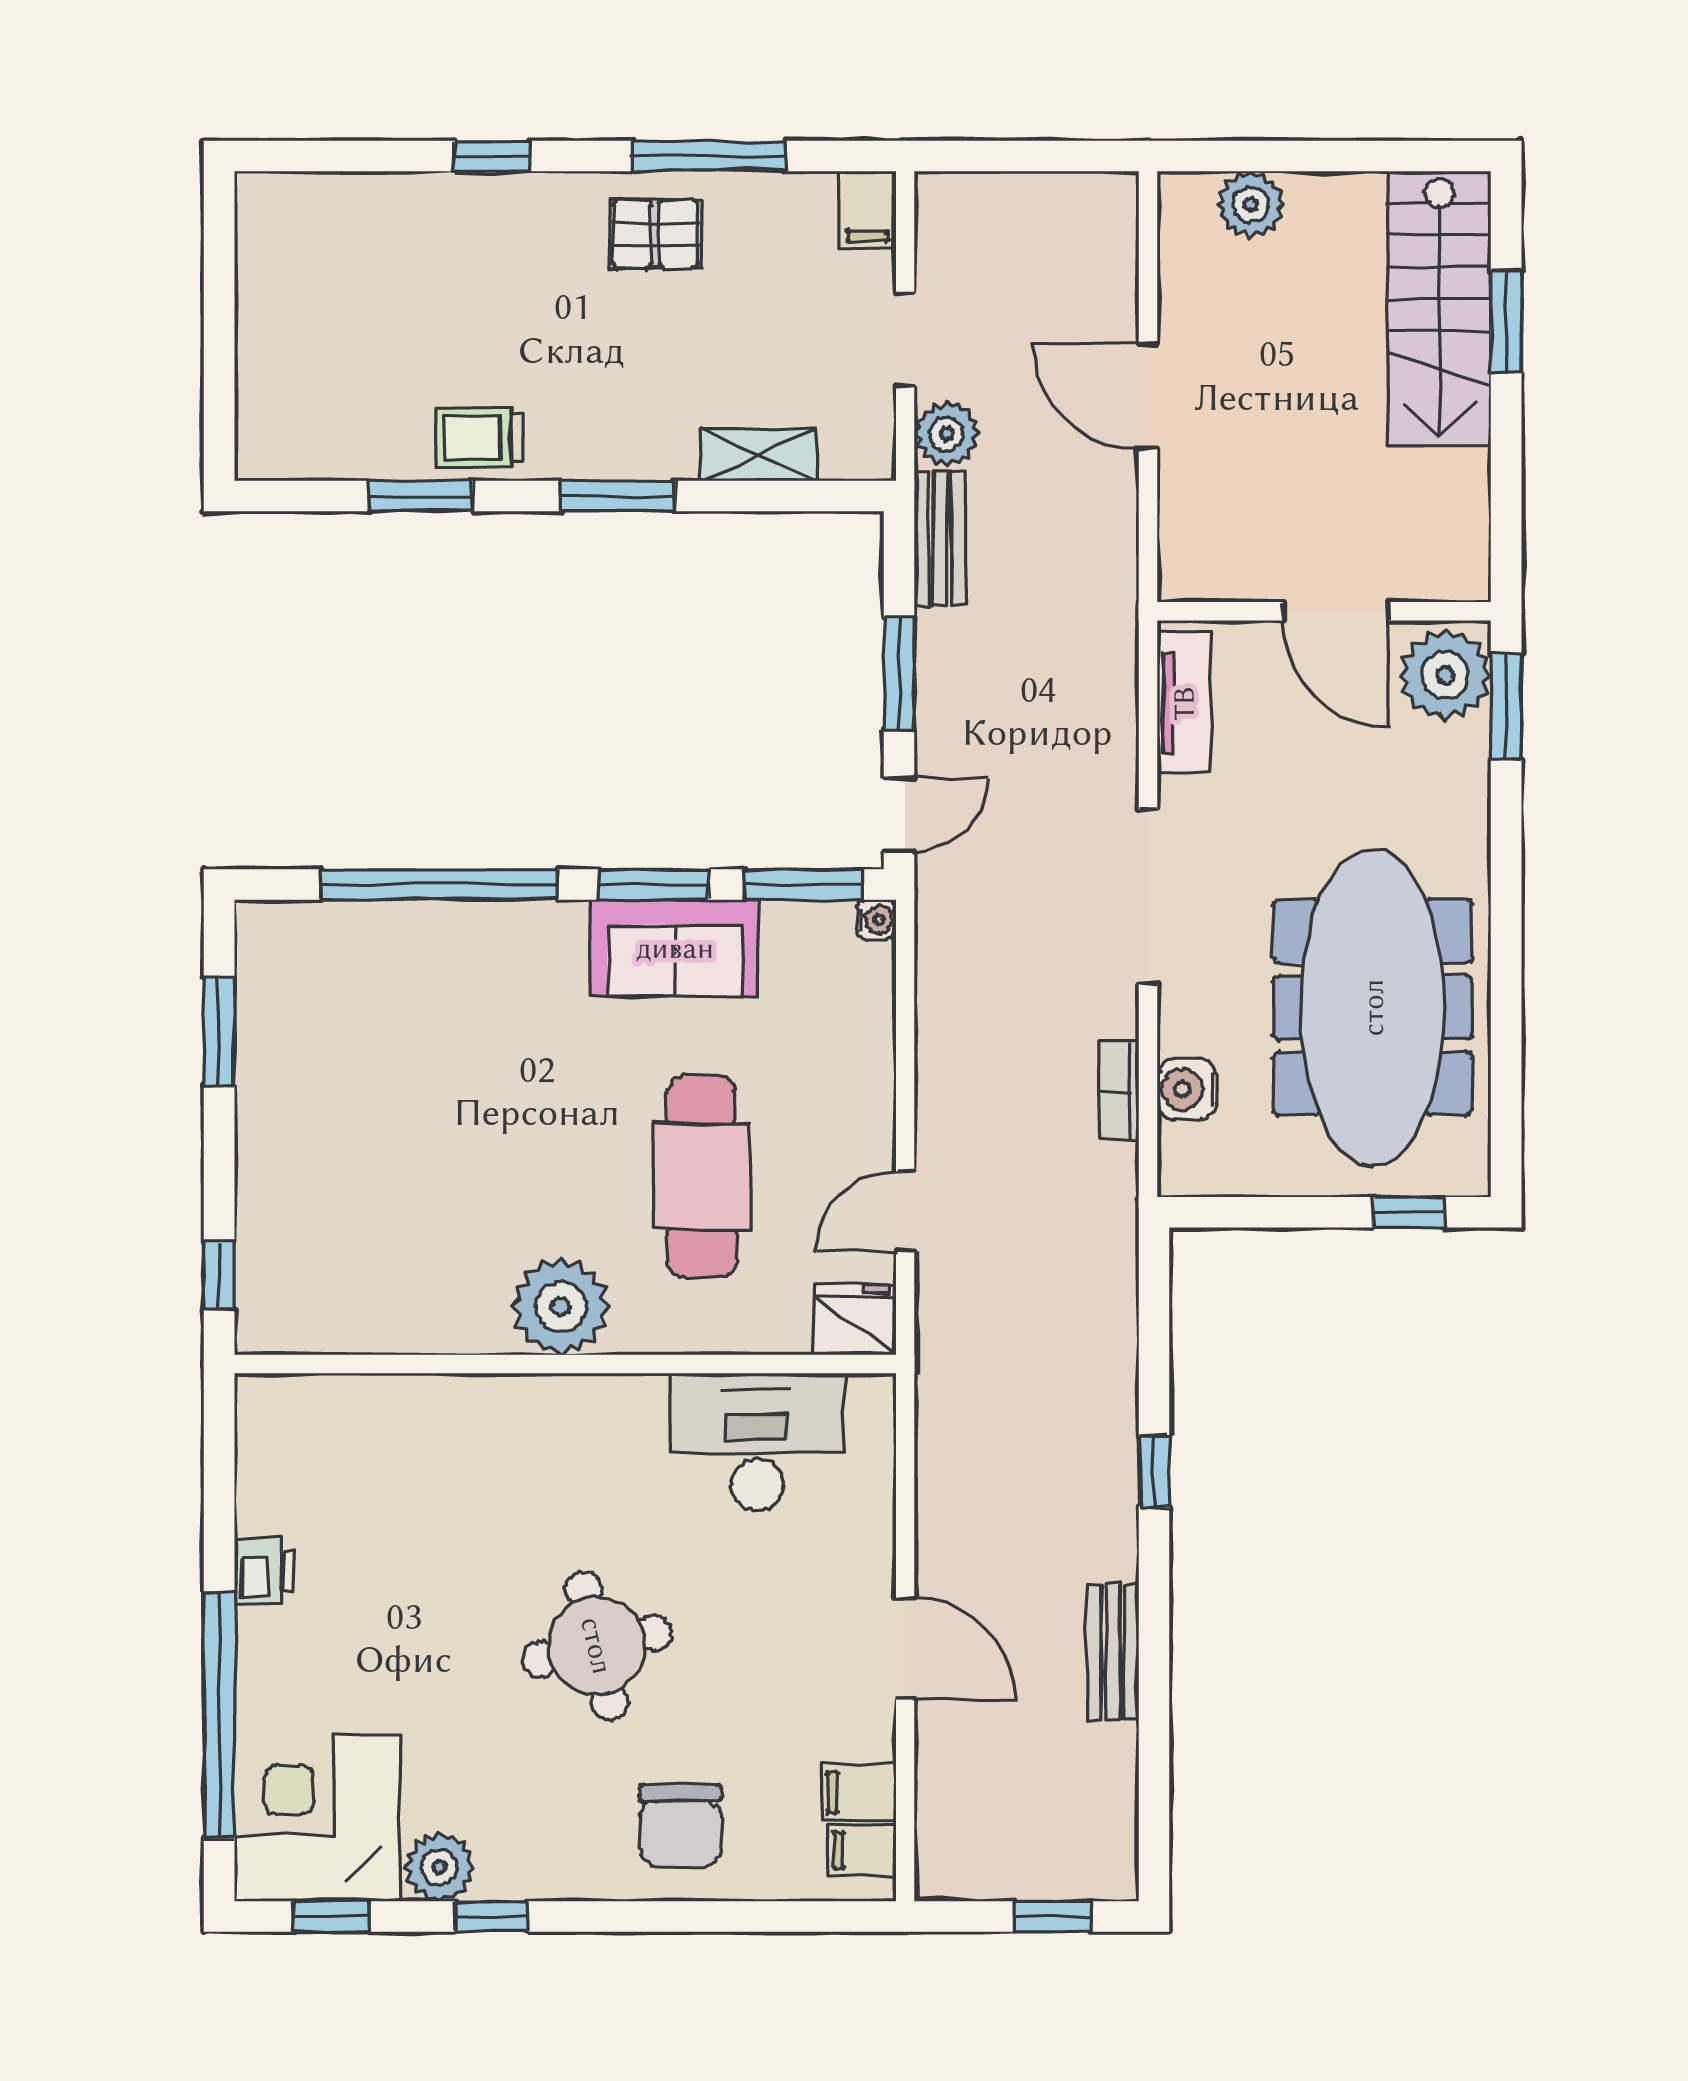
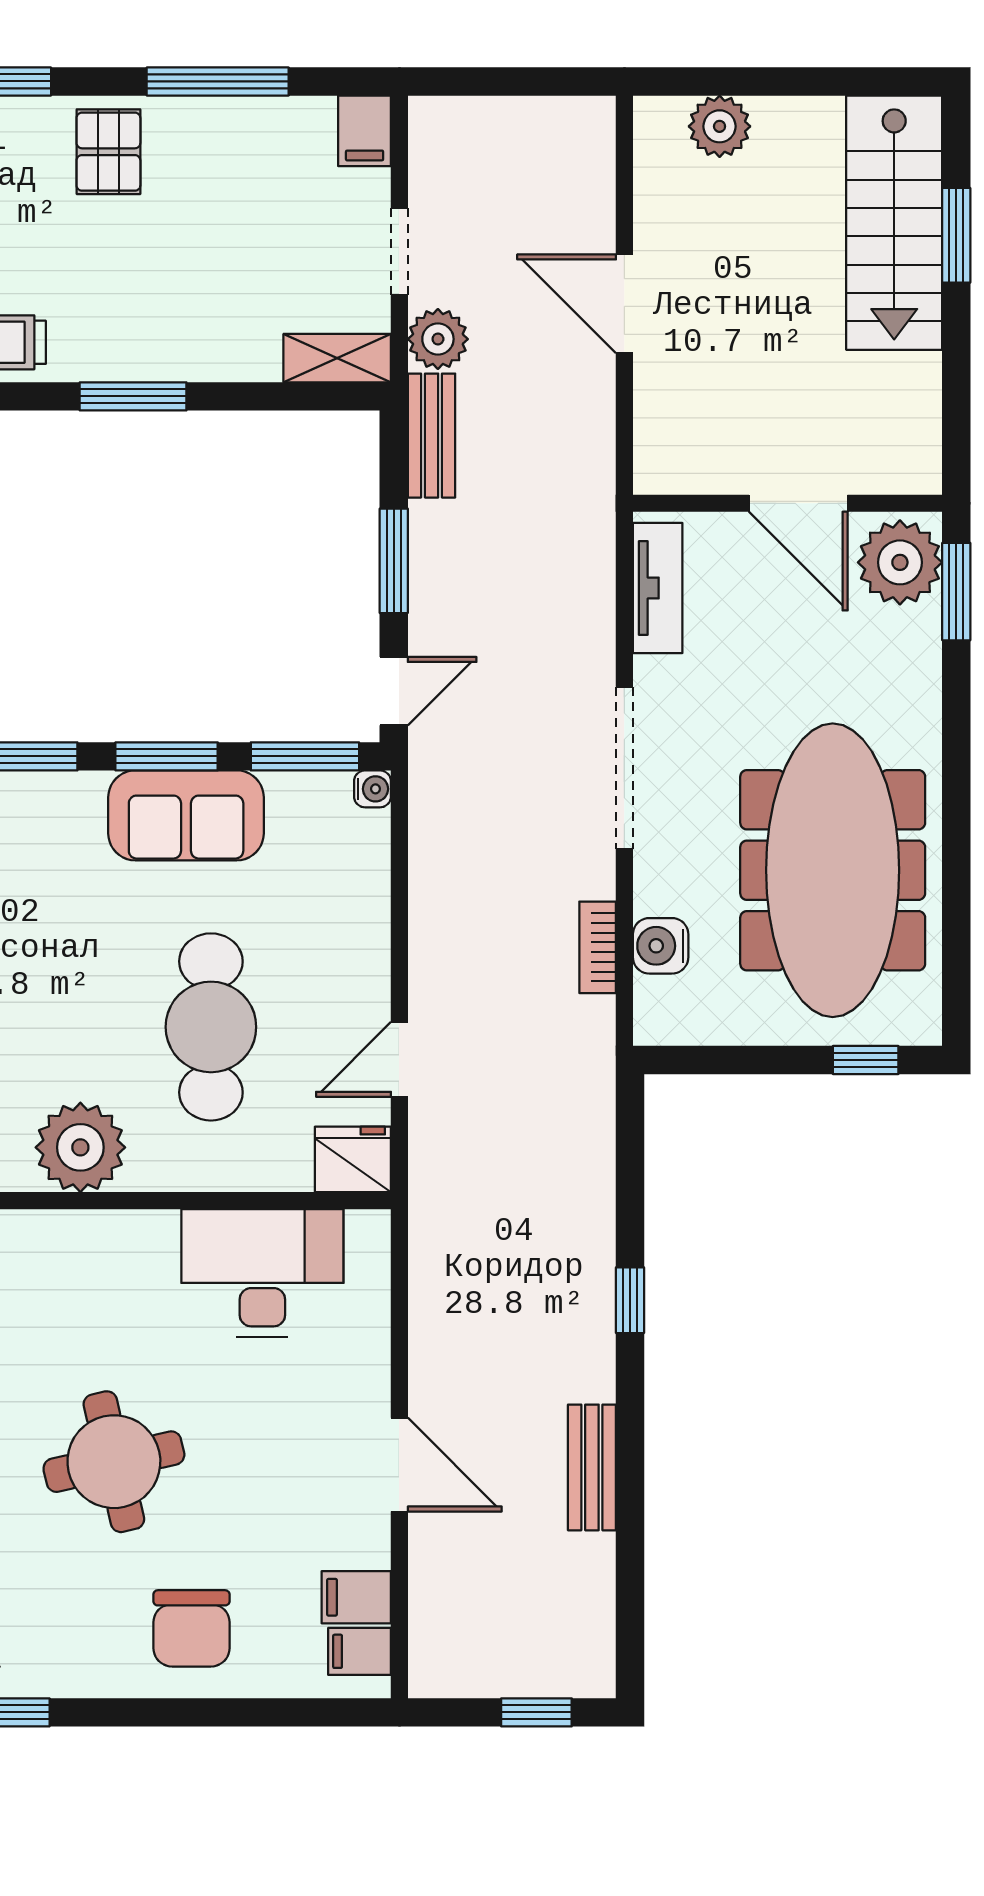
pallet: (655, 234) -> (108, 152), moved, turned 90
shelving: (758, 455) -> (337, 358), moved

